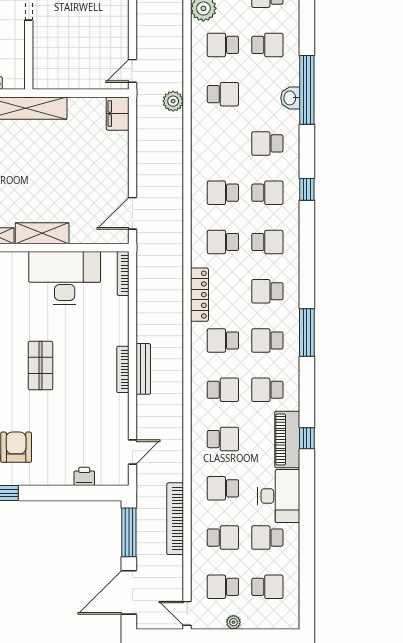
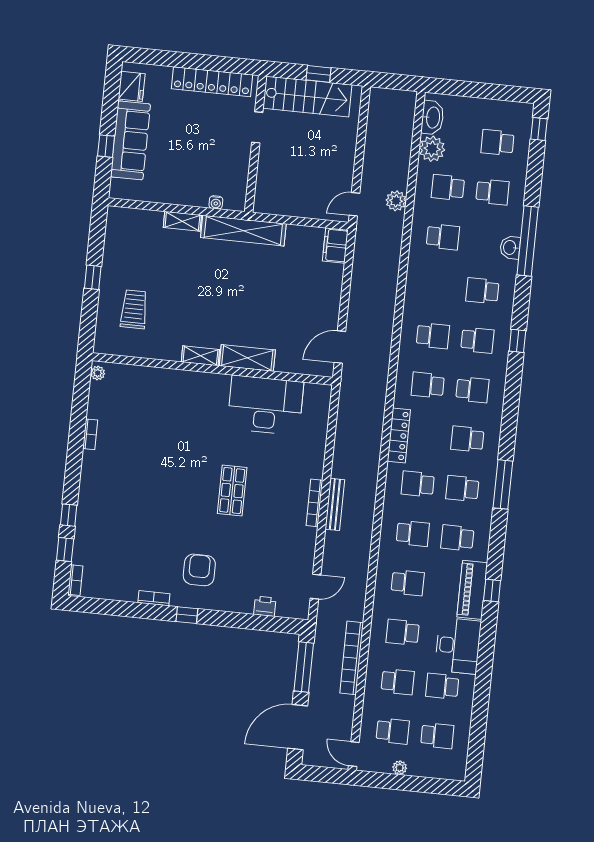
plant: (173, 101) -> (396, 201), moved
school desk: (223, 193) -> (433, 336), turned 180
bookcase: (123, 273) -> (324, 407), removed
school desk: (223, 587) -> (393, 731), turned 180

